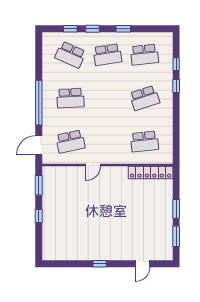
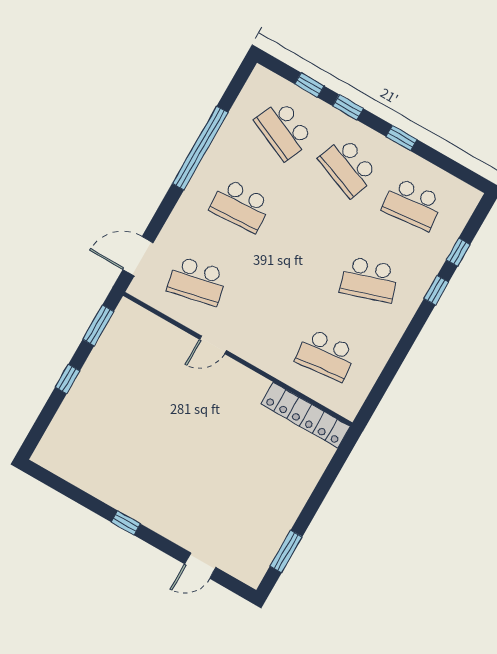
school desk: (107, 55) -> (348, 167), turned 30
window: (39, 103) -> (200, 148), moved
window: (176, 209) -> (313, 504), removed

